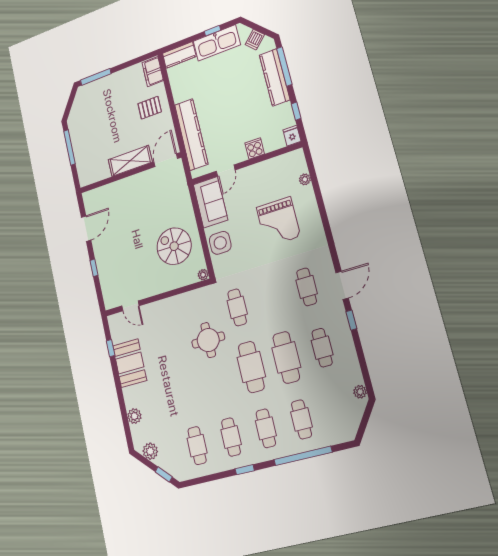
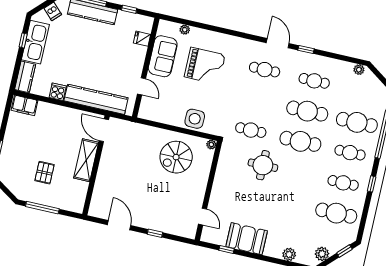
pallet: (150, 108) -> (45, 173), moved
fridge: (292, 136) -> (142, 39), moved
cooker: (255, 148) -> (58, 92), moved, turned 90
sofa: (210, 202) -> (163, 56), moved, turned 90
door: (130, 306) -> (203, 217), hinge flipped
cafe table: (302, 419) -> (357, 122), width x1.37, depth x1.35
cafe table: (197, 446) -> (336, 213), width x1.37, depth x1.35

